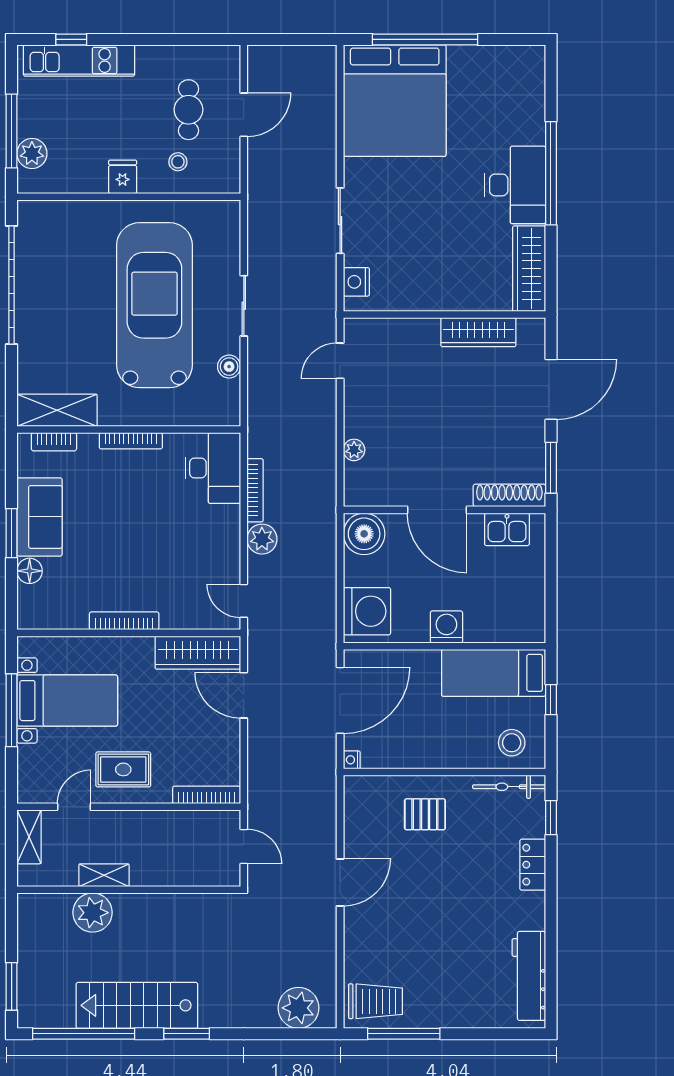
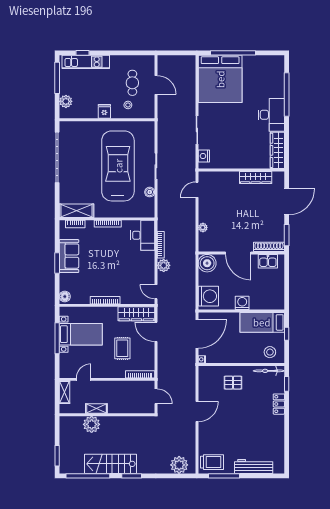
door: (244, 115) -> (156, 85), hinge flipped
window: (12, 131) -> (57, 78), moved
window: (551, 173) -> (287, 94), moved
floor lamp: (30, 571) -> (65, 297), moved
rug: (123, 769) -> (122, 348), moved, turned 90
workbench: (529, 976) -> (254, 467), moved, turned 90

